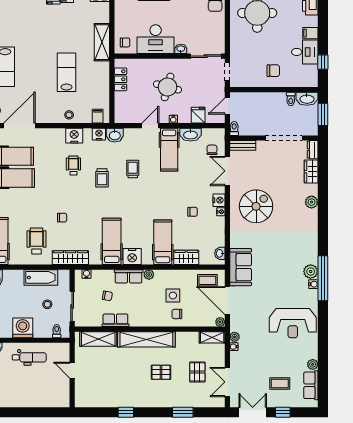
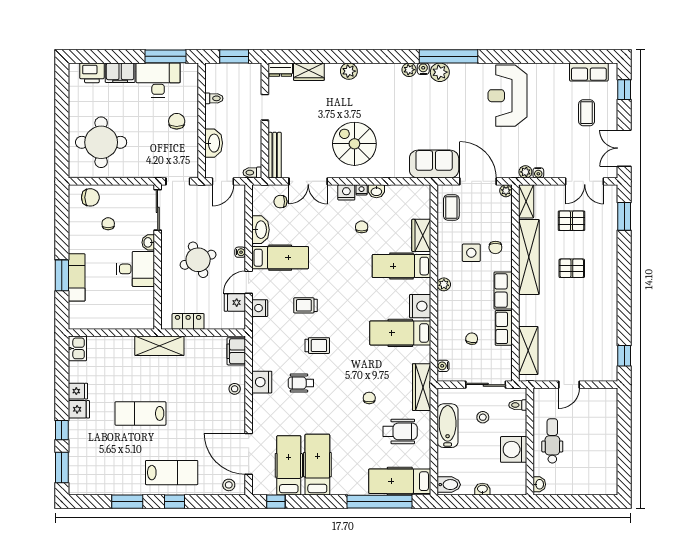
filing cabinet: (310, 33) -> (120, 73), width x2.00
desk: (156, 39) -> (135, 269), width x0.73
shelving: (102, 42) -> (159, 346), moved
chair: (125, 42) -> (108, 224), moved
desk: (305, 52) -> (158, 80), width x1.37
window: (323, 62) -> (166, 56), width x2.17
lab bench: (66, 72) -> (140, 413), moved
round table: (168, 87) -> (198, 260), turned -36
washbasin: (307, 99) -> (214, 143), moved
door: (227, 106) -> (223, 181), hinge flipped
fridge: (198, 115) -> (235, 303), moved
filing cabinet: (98, 116) -> (236, 351), width x2.00
door: (150, 126) -> (249, 282), hinge flipped
nightstand: (99, 134) -> (260, 308), moved
washbasin: (115, 135) -> (261, 329), removed
doorway: (284, 138) -> (265, 107), width x0.53
bench: (243, 145) -> (275, 155), width x1.36
wheelchair: (37, 241) -> (400, 431), turned 180
washbasin: (220, 253) -> (376, 191), moved
row of seats: (129, 276) -> (503, 291), moved, turned 180
water cooler: (313, 284) -> (423, 69), moved
door: (227, 301) -> (478, 181), swing flipped
reception desk: (293, 323) -> (507, 96), turned 180
shelving: (146, 339) -> (529, 257), moved
plant: (313, 364) -> (409, 70), moved
pallet: (161, 372) -> (572, 268), turned 90
window: (126, 412) -> (624, 356), moved
window: (183, 412) -> (624, 216), moved
window: (283, 412) -> (624, 90), moved

